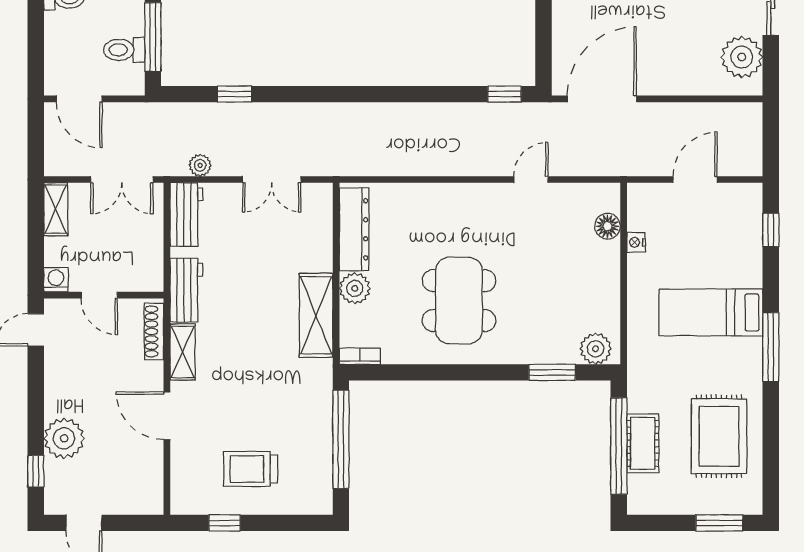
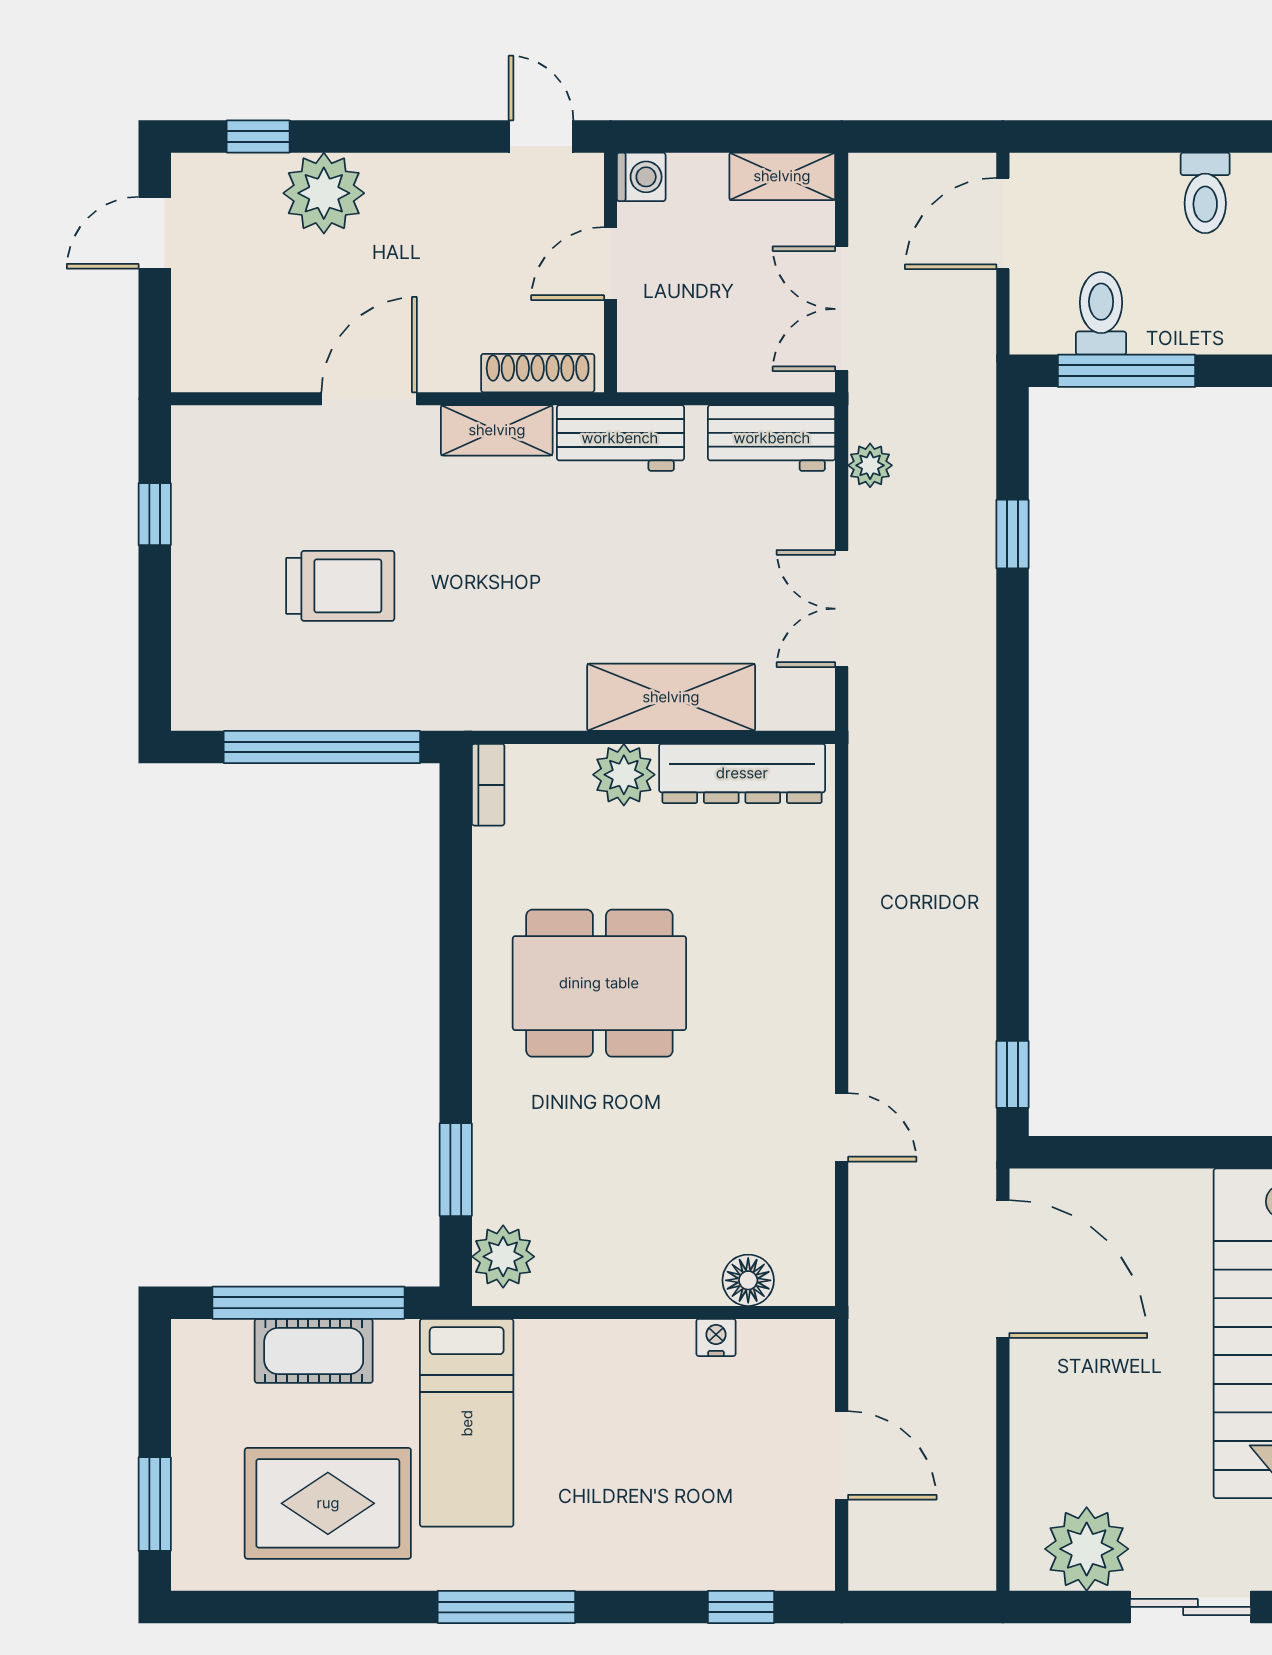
bed: (711, 312) -> (467, 1423), moved, turned 180
shelving: (316, 315) -> (671, 697), moved
trolley: (251, 469) -> (340, 586), moved, turned 90

